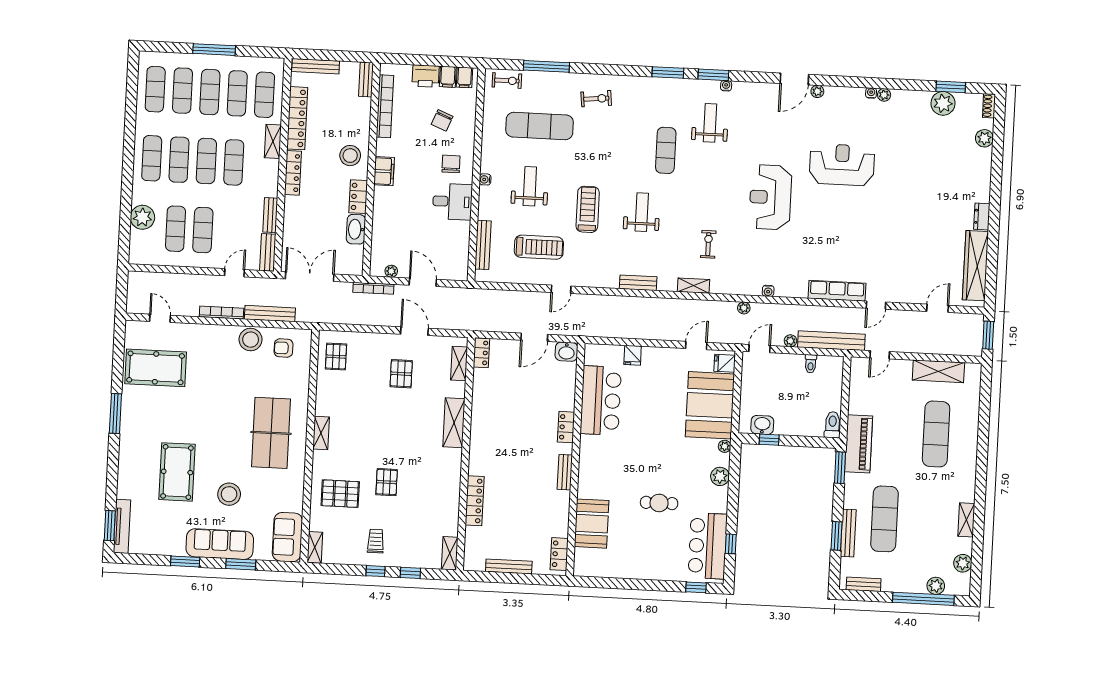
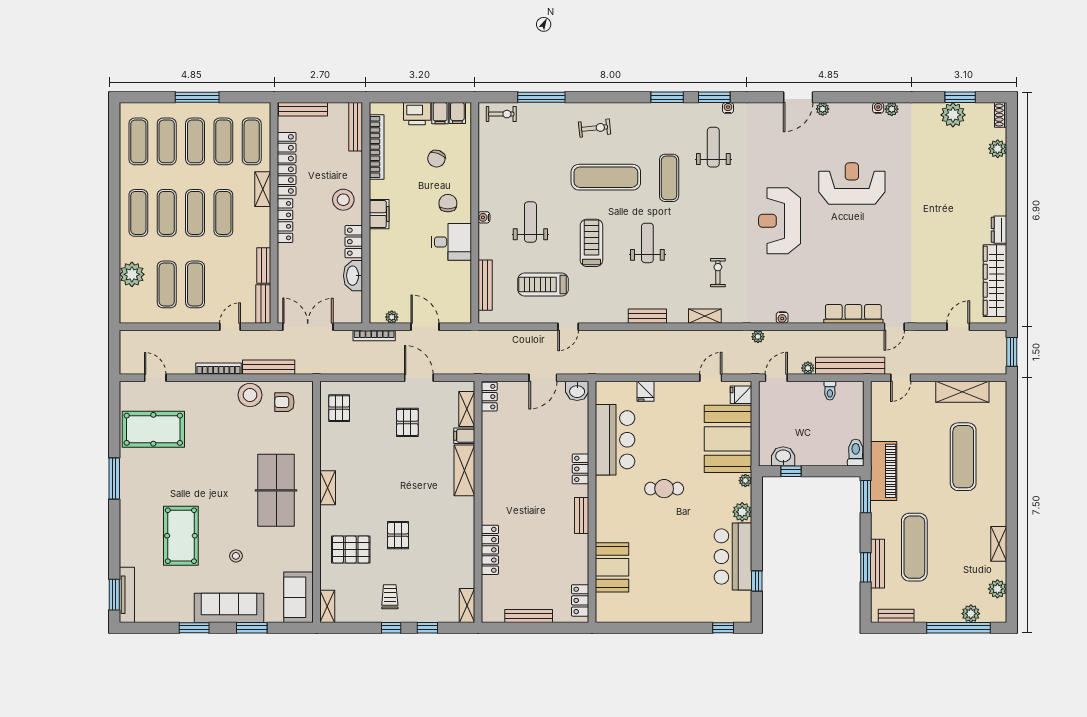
bench: (366, 79) -> (356, 127), width x1.36
exercise mat: (539, 126) -> (606, 177), moved
treadmill: (539, 247) -> (543, 285), turned 180
filing cabinet: (455, 389) -> (464, 436), added
stool: (229, 494) -> (236, 556), width x0.53, depth x0.53
cafe table: (659, 503) -> (664, 489), moved
bar counter: (708, 546) -> (733, 557), moved

